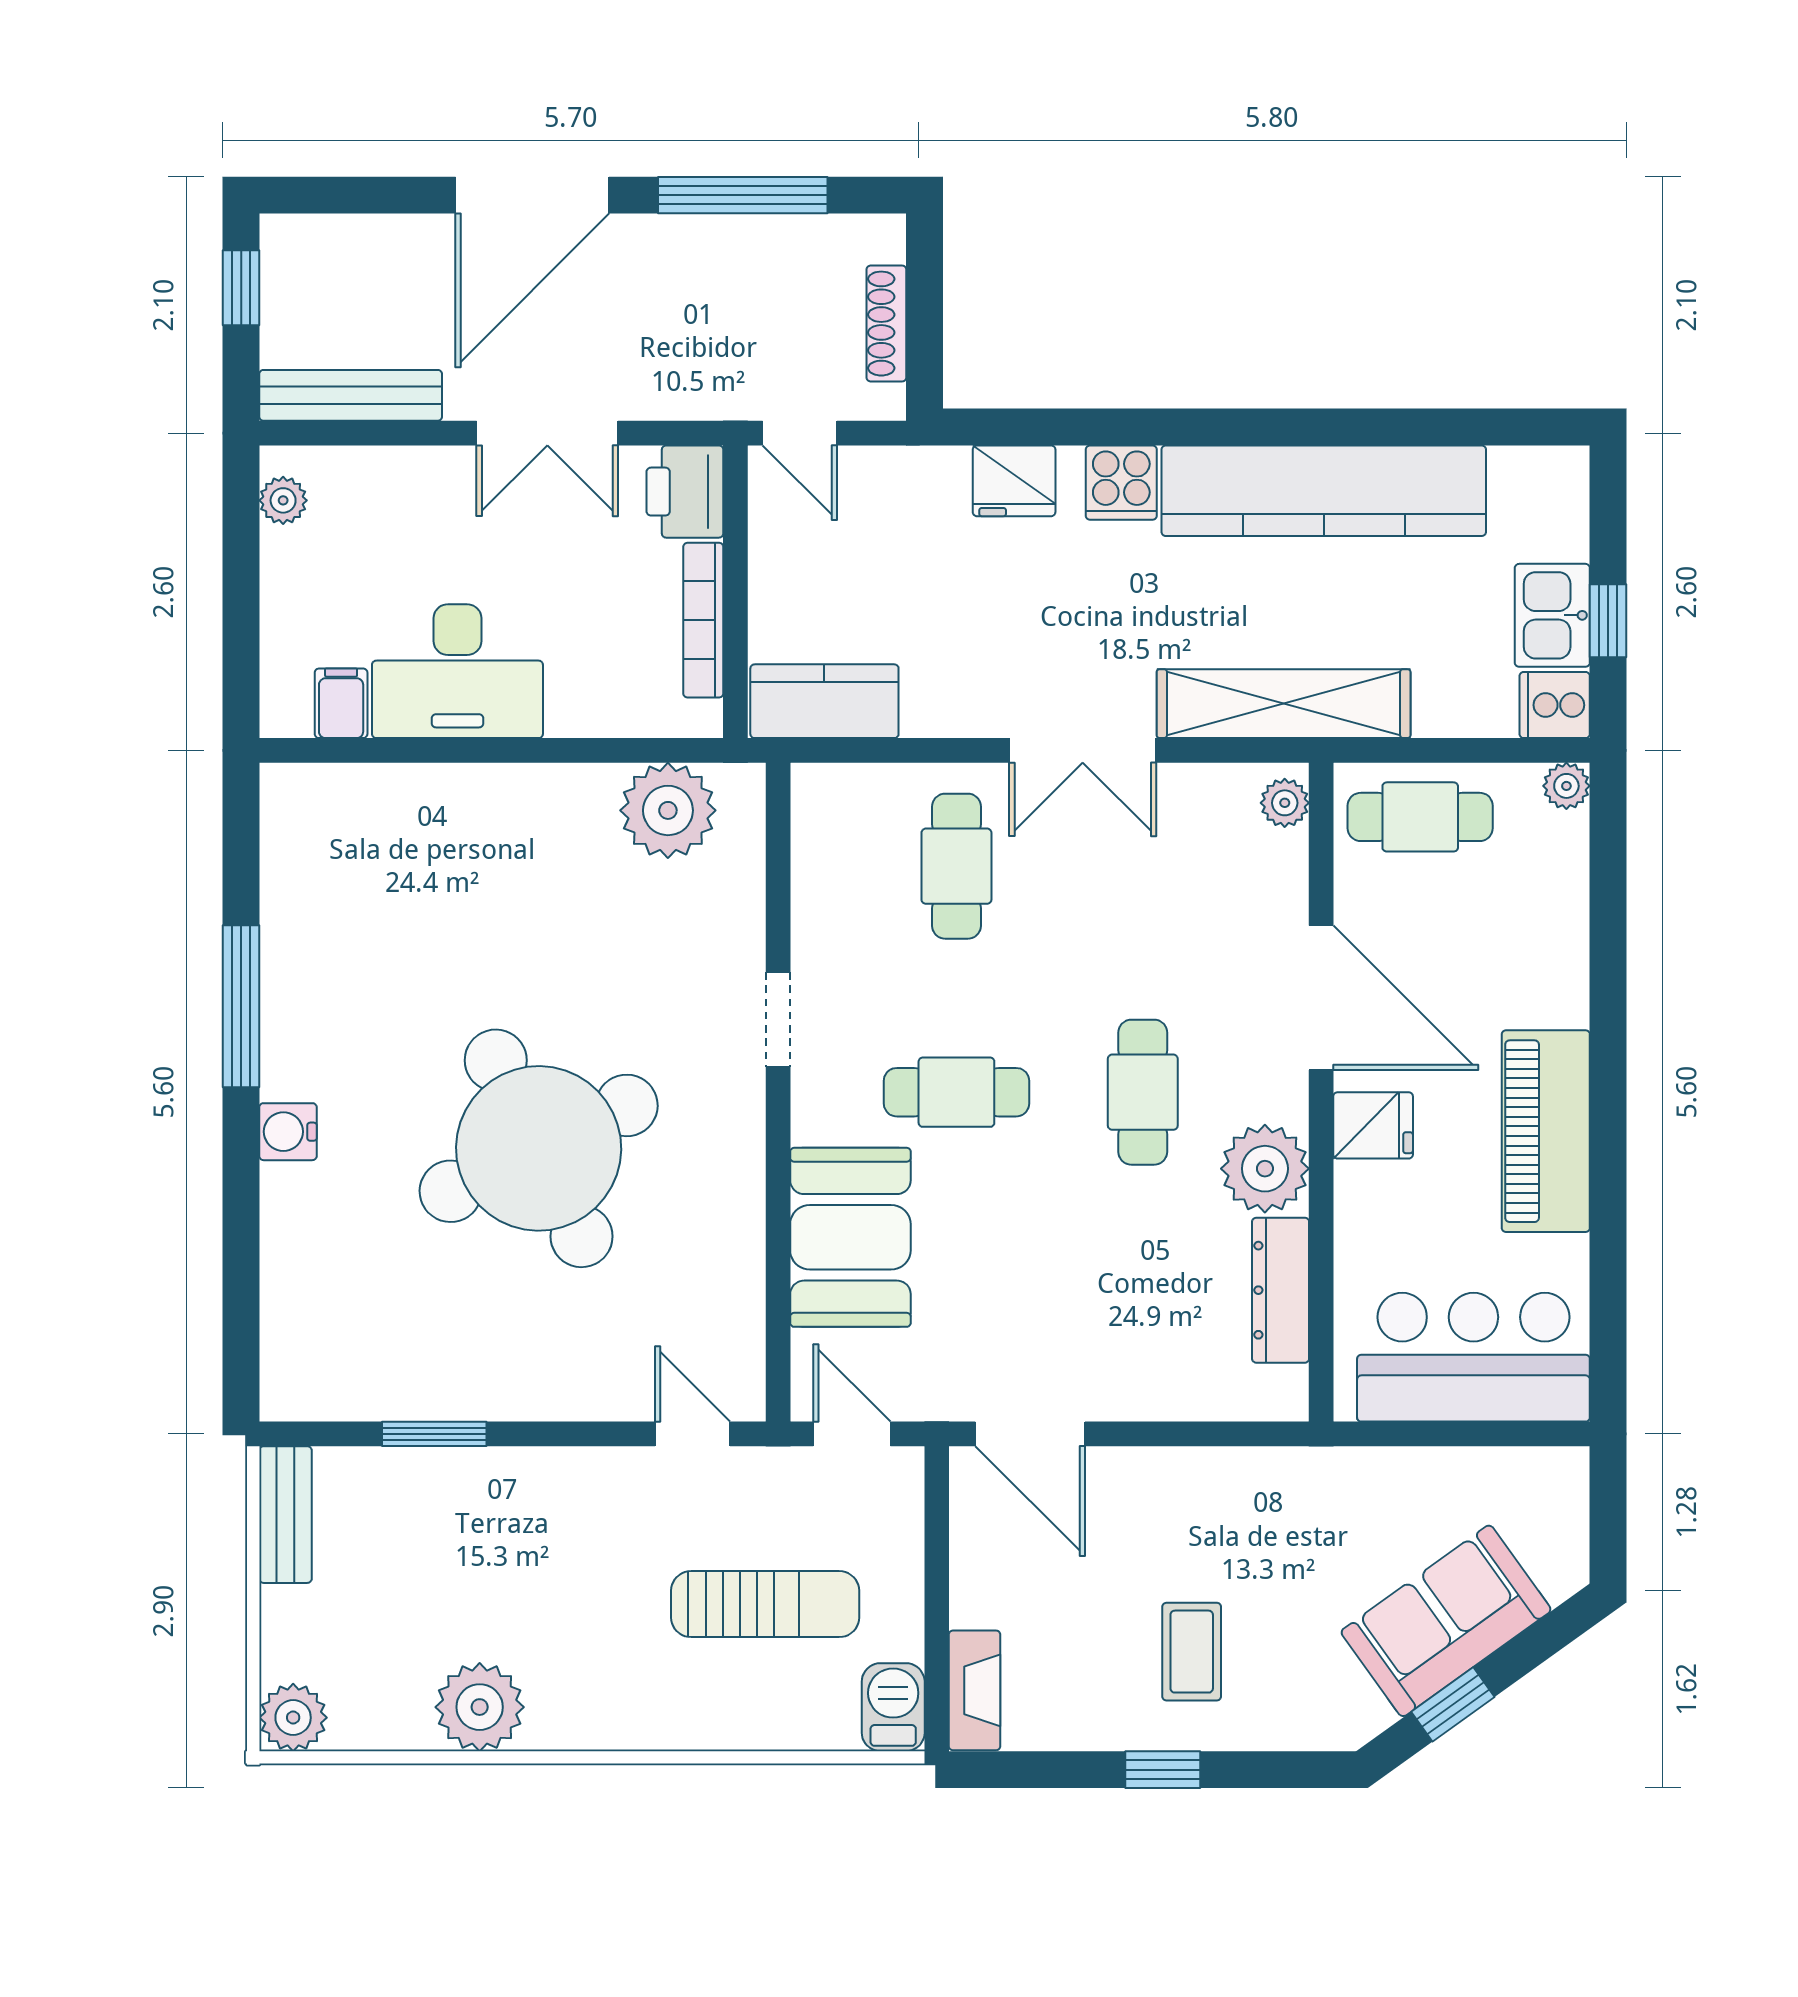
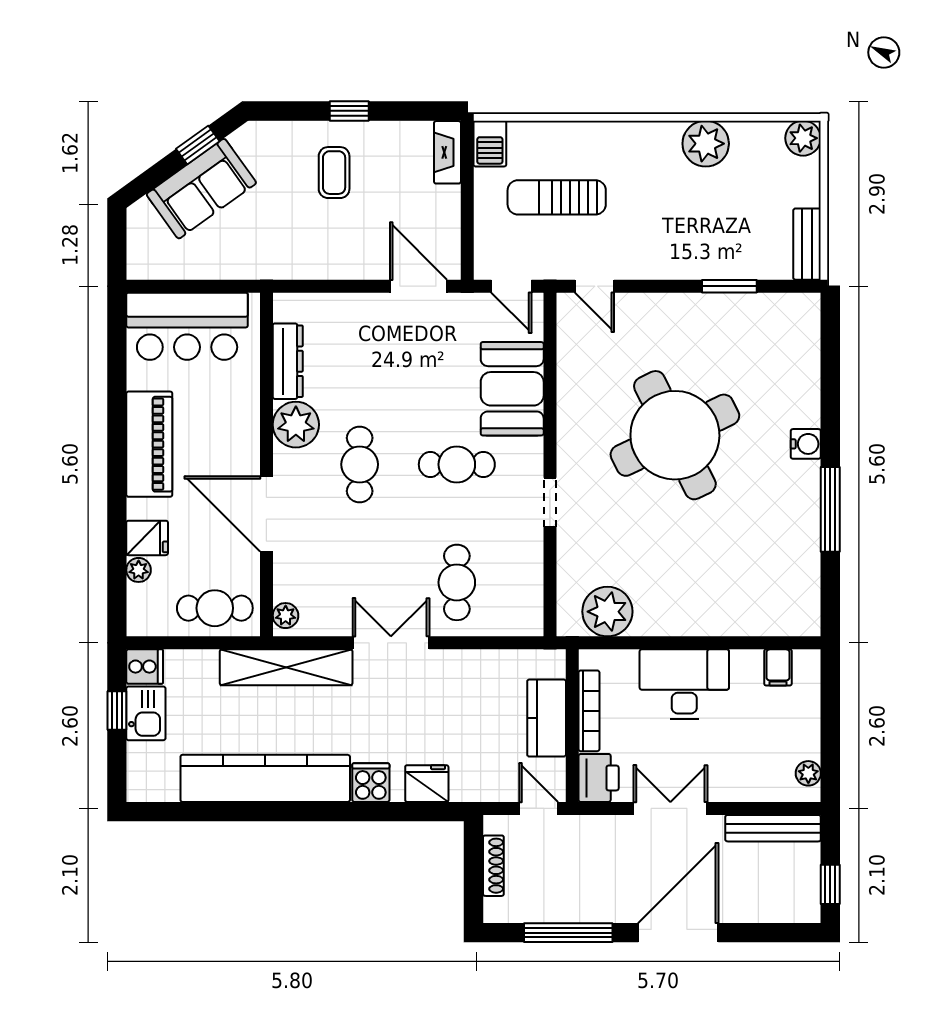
desk: (457, 671) -> (684, 684), moved
kitchen counter: (824, 701) -> (547, 718), moved, turned 90
plant: (1566, 786) -> (139, 570), moved
fridge: (1373, 1125) -> (147, 538), moved, turned 180

